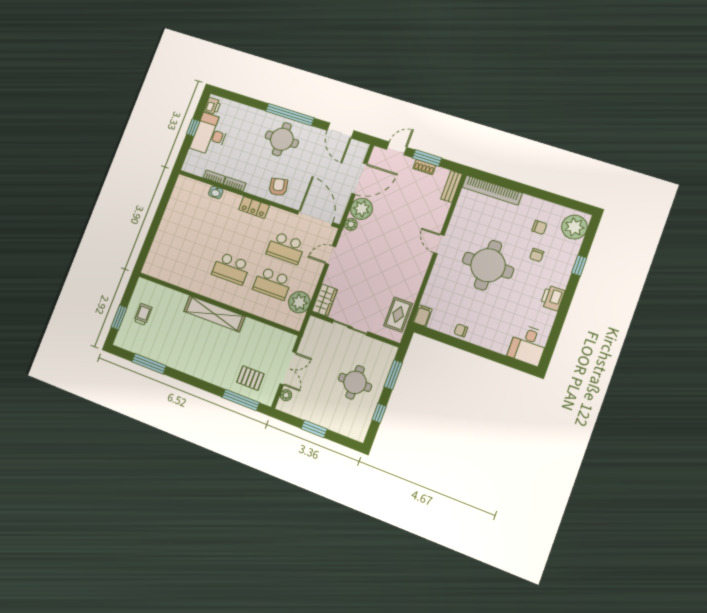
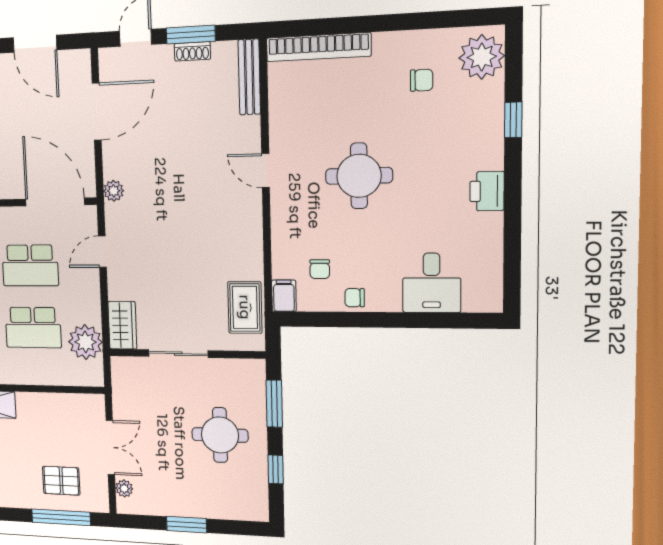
bench: (451, 186) -> (249, 77), width x1.36
plant: (361, 209) -> (120, 159), removed
chair: (537, 255) -> (320, 269), moved
round table: (488, 265) -> (359, 176), width x0.73, depth x0.73
desk: (528, 345) -> (432, 283), moved

